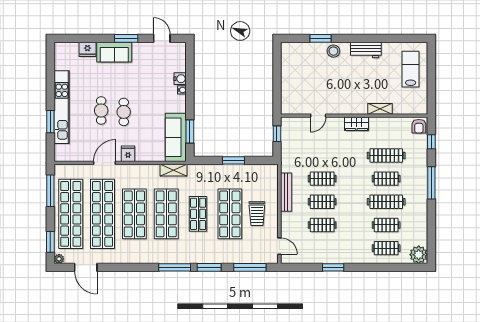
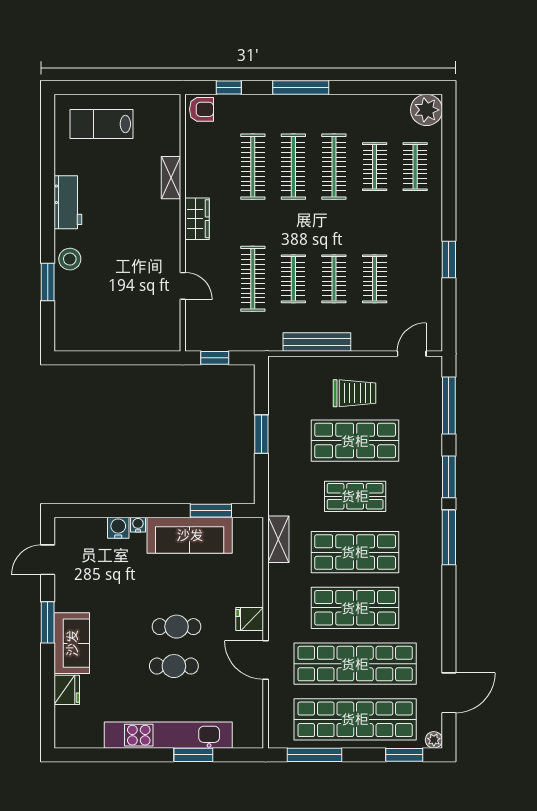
sofa: (176, 137) -> (190, 535), moved
clothes rail: (322, 155) -> (253, 279), added
clothes rail: (386, 179) -> (293, 167), width x1.36

